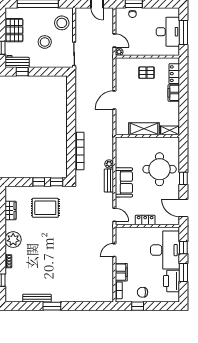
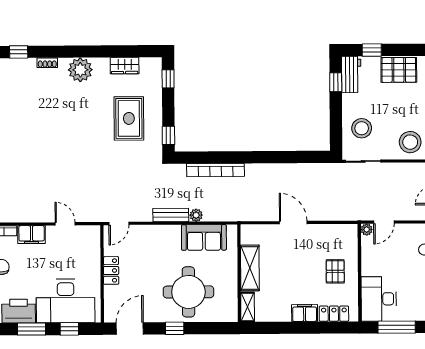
desk: (168, 32) -> (379, 299), moved, turned 90
stool: (45, 42) -> (362, 128), moved
window: (39, 182) -> (168, 79), moved
sofa: (124, 182) -> (204, 237), moved

